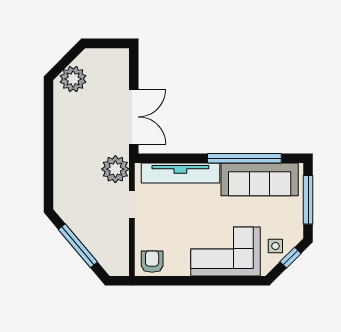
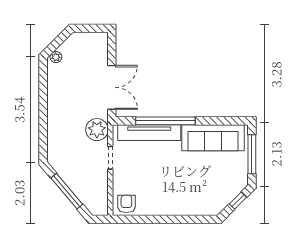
plant: (73, 79) -> (56, 57), width x0.53, depth x0.53
window: (244, 158) -> (165, 121), moved
side table: (275, 246) -> (226, 191), removed
corner sofa: (225, 251) -> (185, 196), removed

